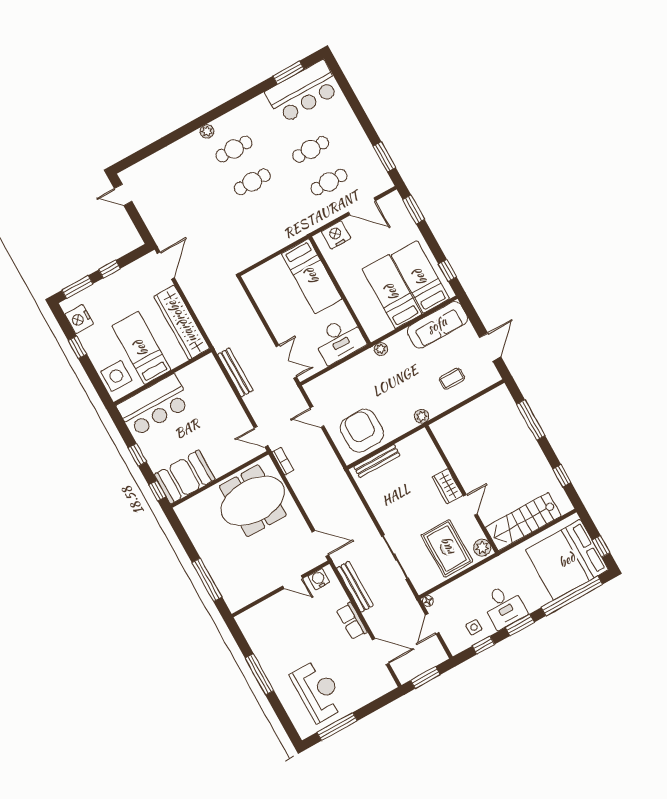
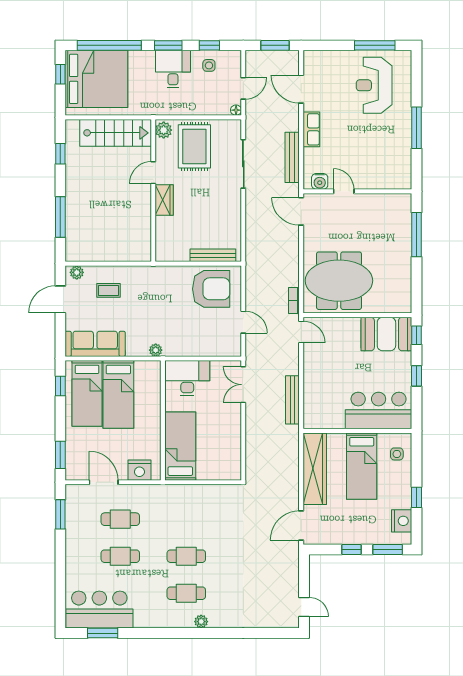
side table: (116, 376) -> (397, 454), width x0.54, depth x0.54
plant: (422, 416) -> (77, 272), moved
armchair: (362, 431) -> (211, 289), turned -90

